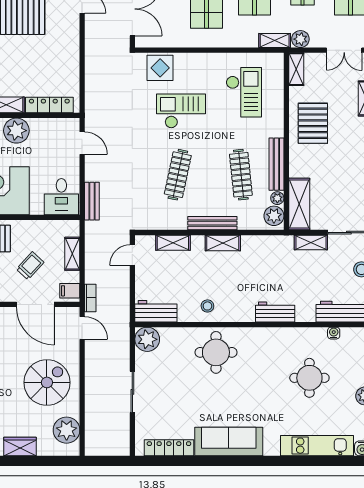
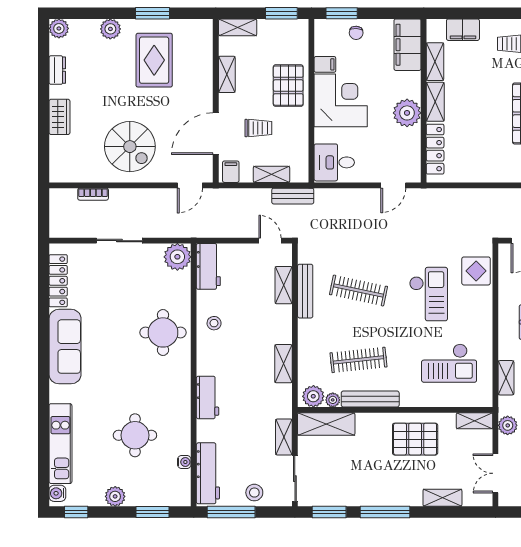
shelving: (275, 41) -> (506, 378), moved
bench: (92, 201) -> (293, 196), moved
bench: (212, 223) -> (305, 291), moved
shelving: (223, 243) -> (283, 364), moved
trolley: (30, 266) -> (258, 128), turned -43
bookcase: (90, 298) -> (93, 194), moved
plant: (67, 430) -> (77, 168), removed

